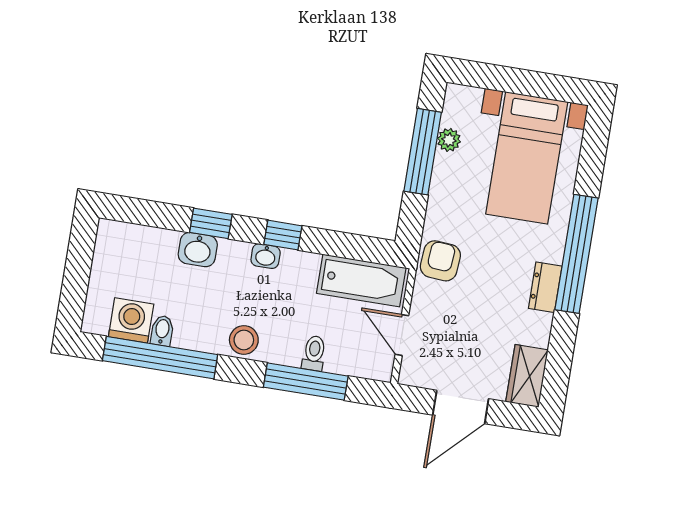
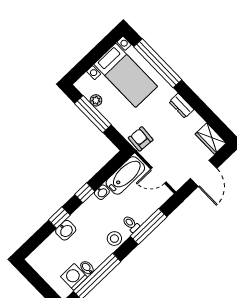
window: (577, 254) -> (158, 63), moved
washbasin: (266, 256) -> (102, 192), moved
toilet: (314, 353) -> (131, 224), moved

